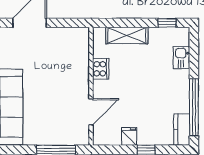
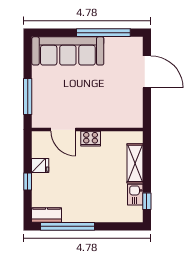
kitchen sink: (182, 58) -> (135, 195), moved, turned -90
cooker: (101, 69) -> (91, 139), moved

